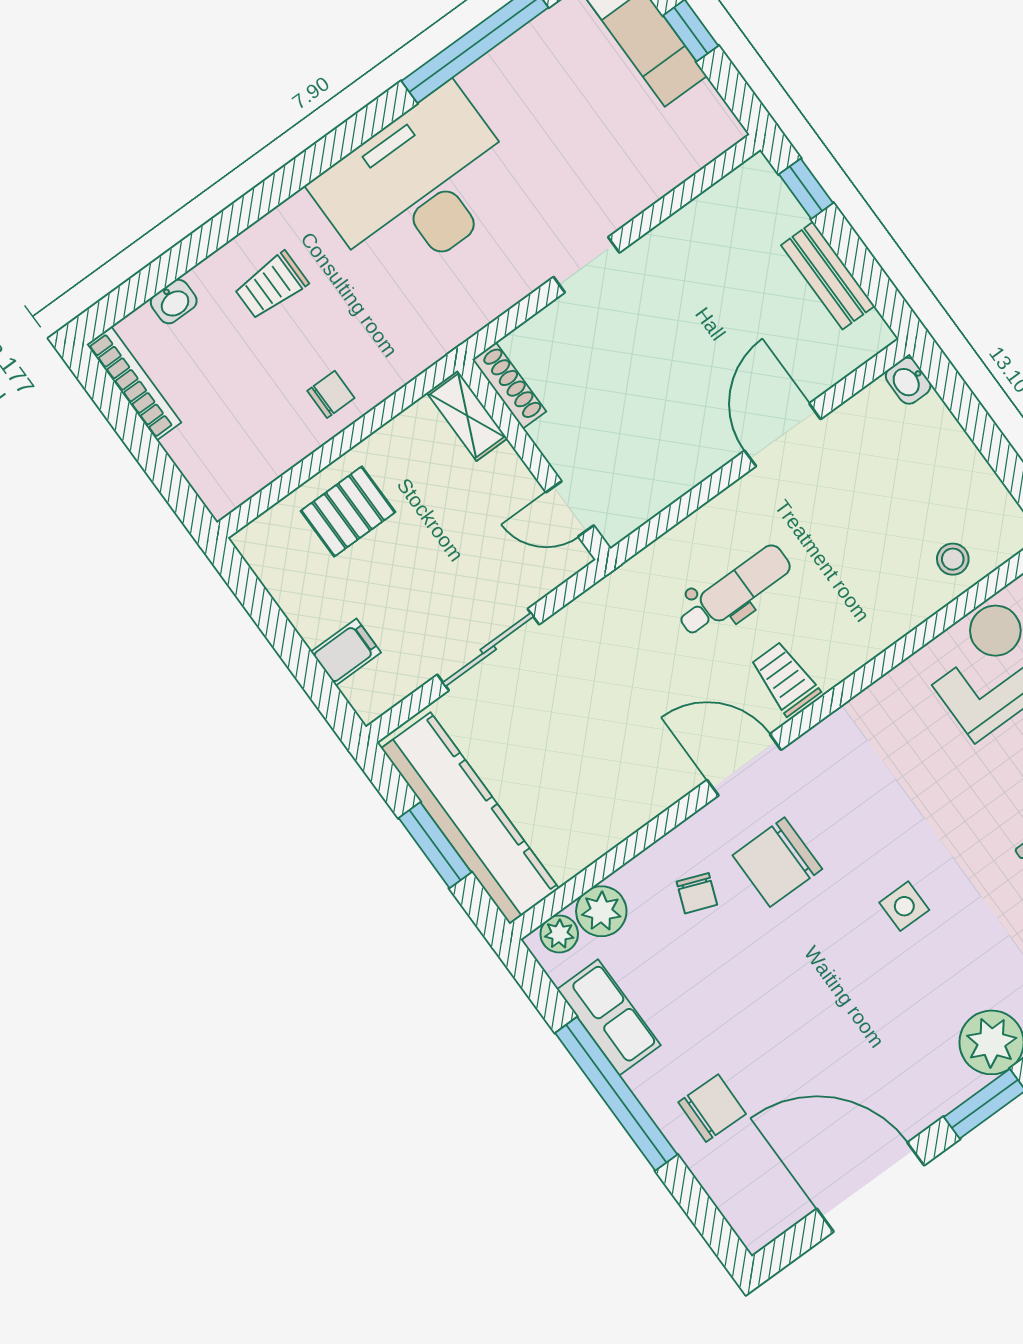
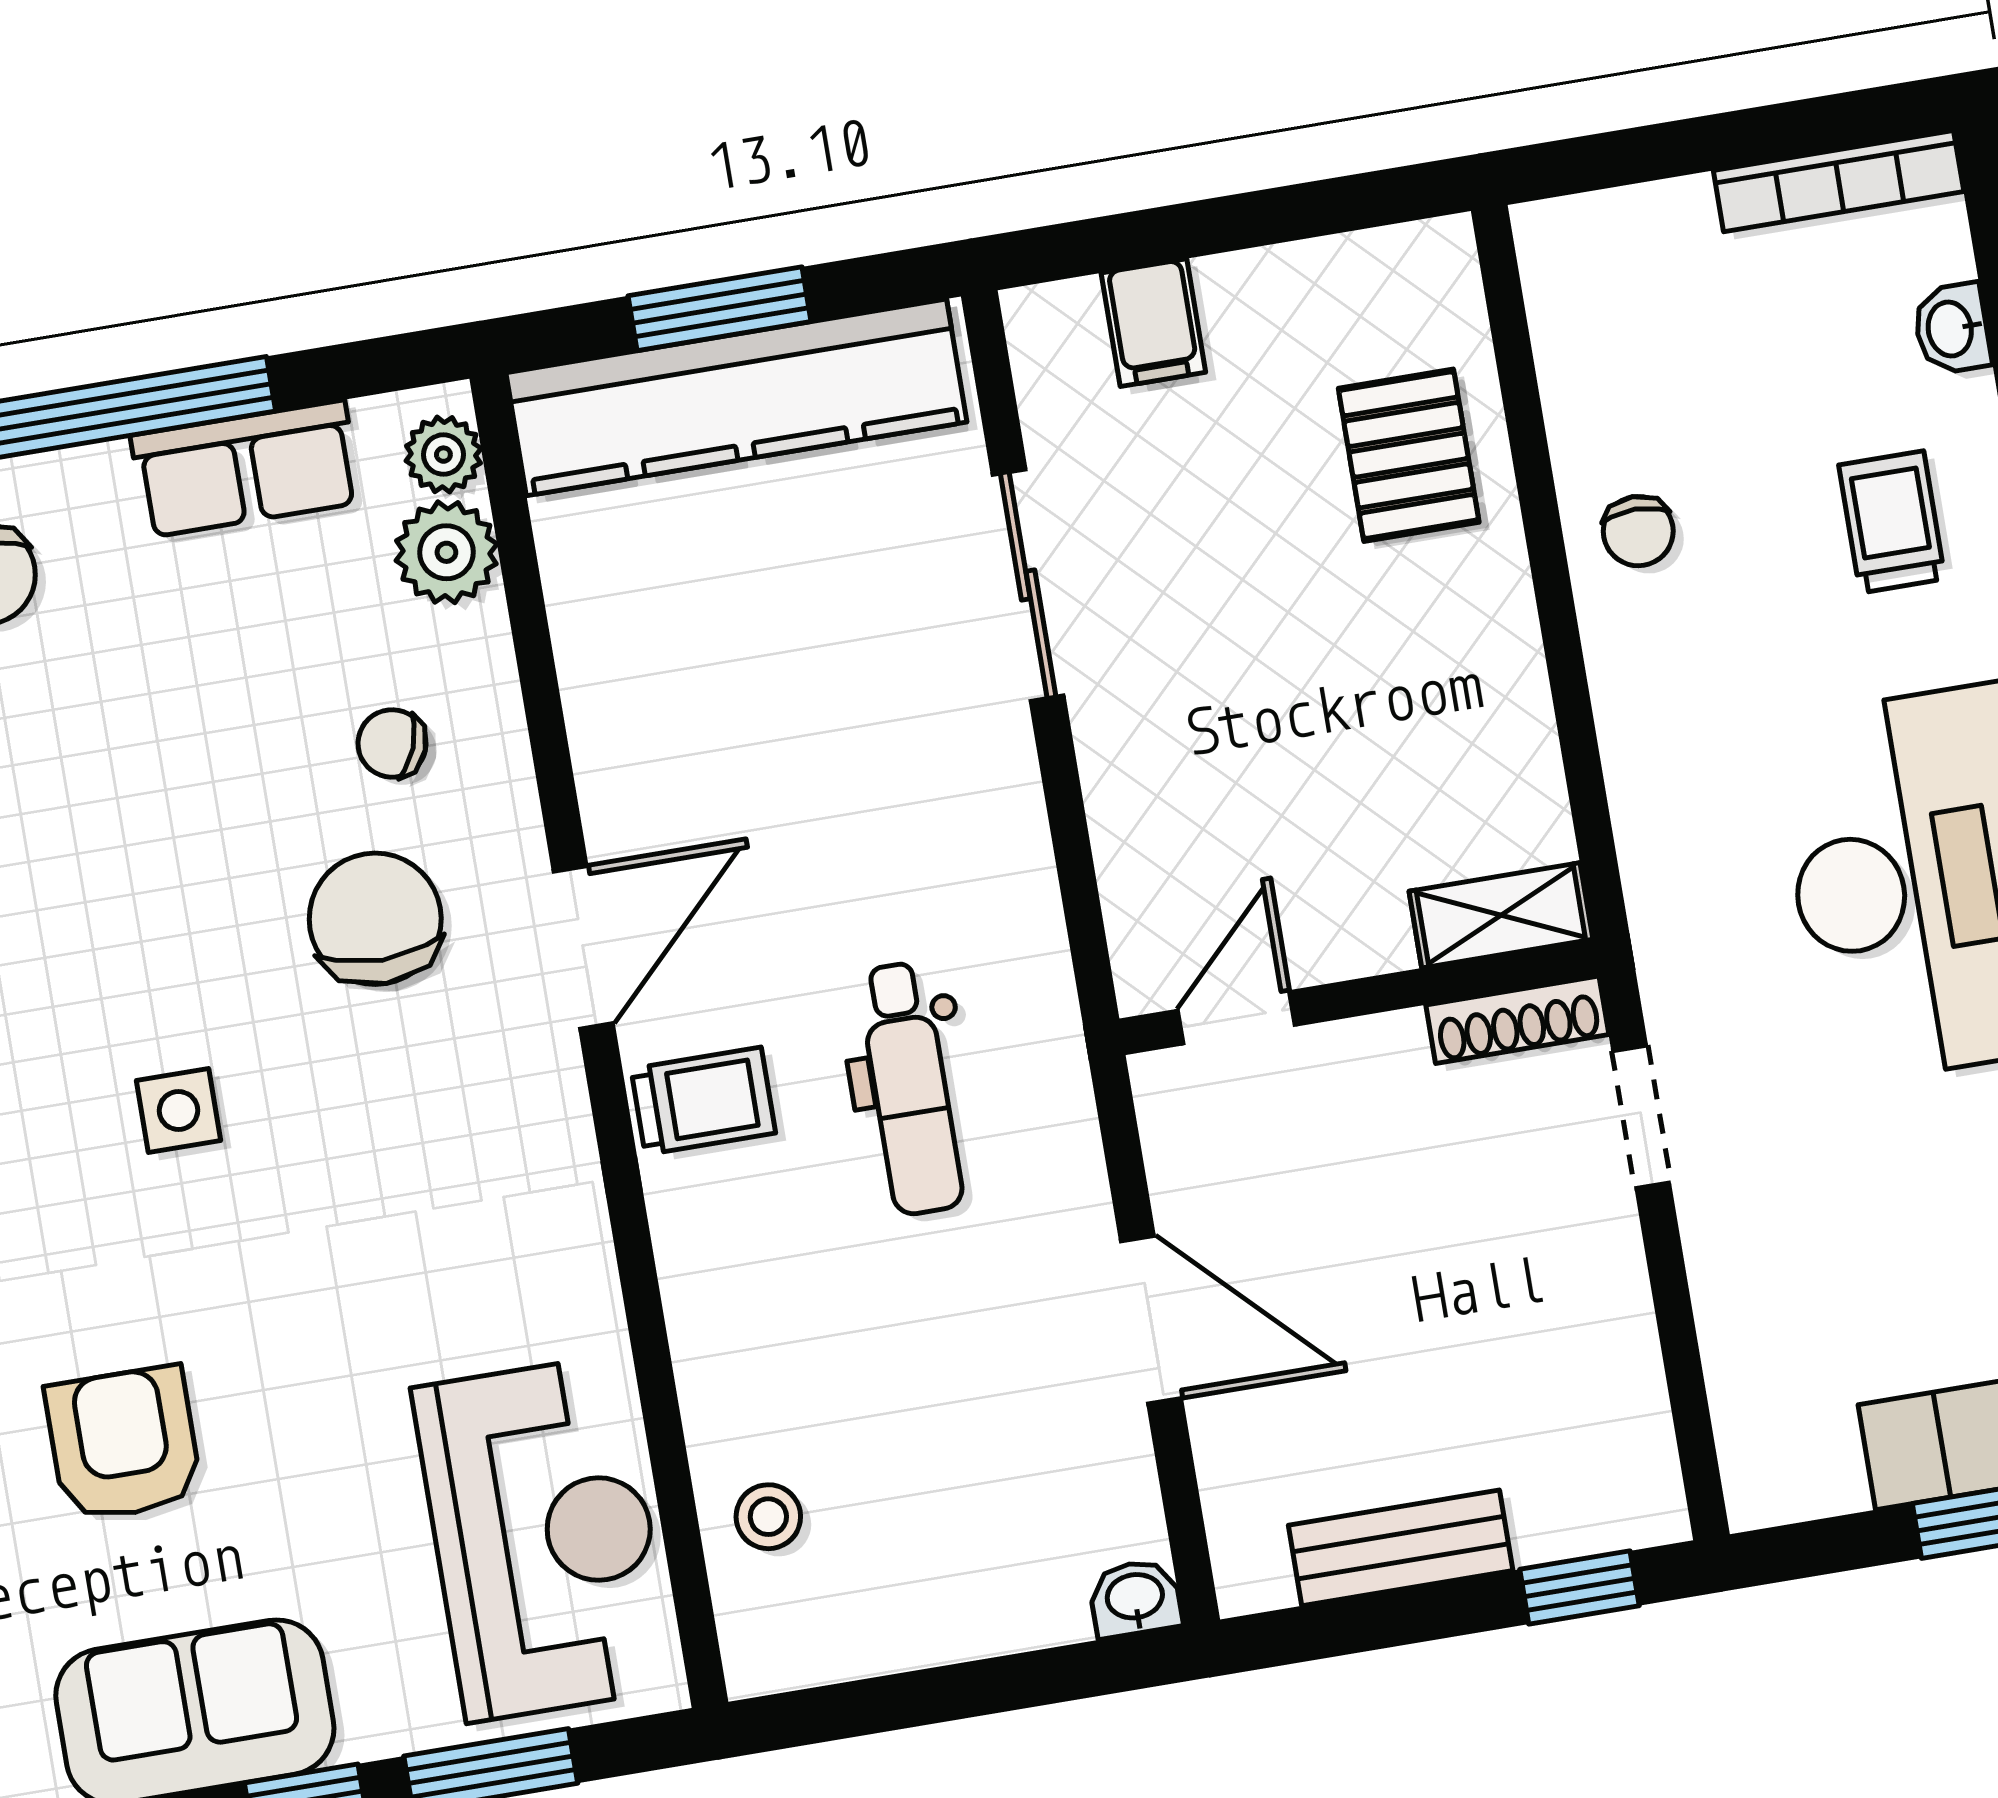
shoe rack: (509, 386) -> (1517, 1020), moved
shelving: (467, 416) -> (1501, 915), moved
wall: (534, 460) -> (1359, 997), moved
door: (570, 509) -> (1236, 1018), moved

